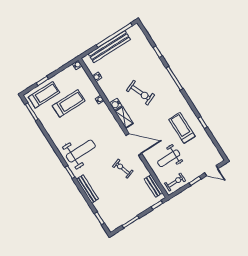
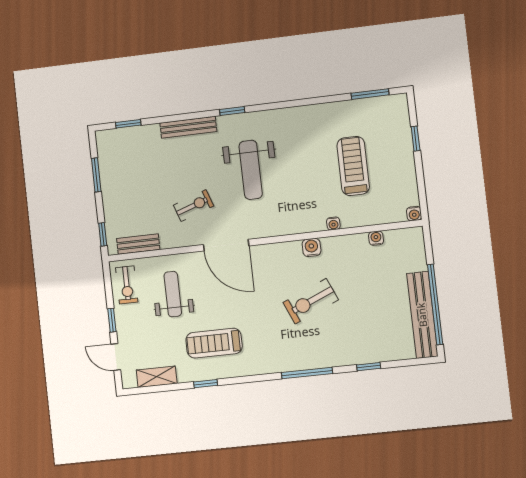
bench: (109, 47) -> (422, 315), moved
treadmill: (44, 95) -> (389, 130), removed
treadmill: (69, 103) -> (353, 166), turned 180
shelving: (124, 117) -> (157, 377), moved
treadmill: (182, 128) -> (214, 343), turned 180
door: (134, 144) -> (226, 245), hinge flipped
weight bench: (81, 151) -> (251, 170), moved
door: (211, 171) -> (116, 357), hinge flipped

